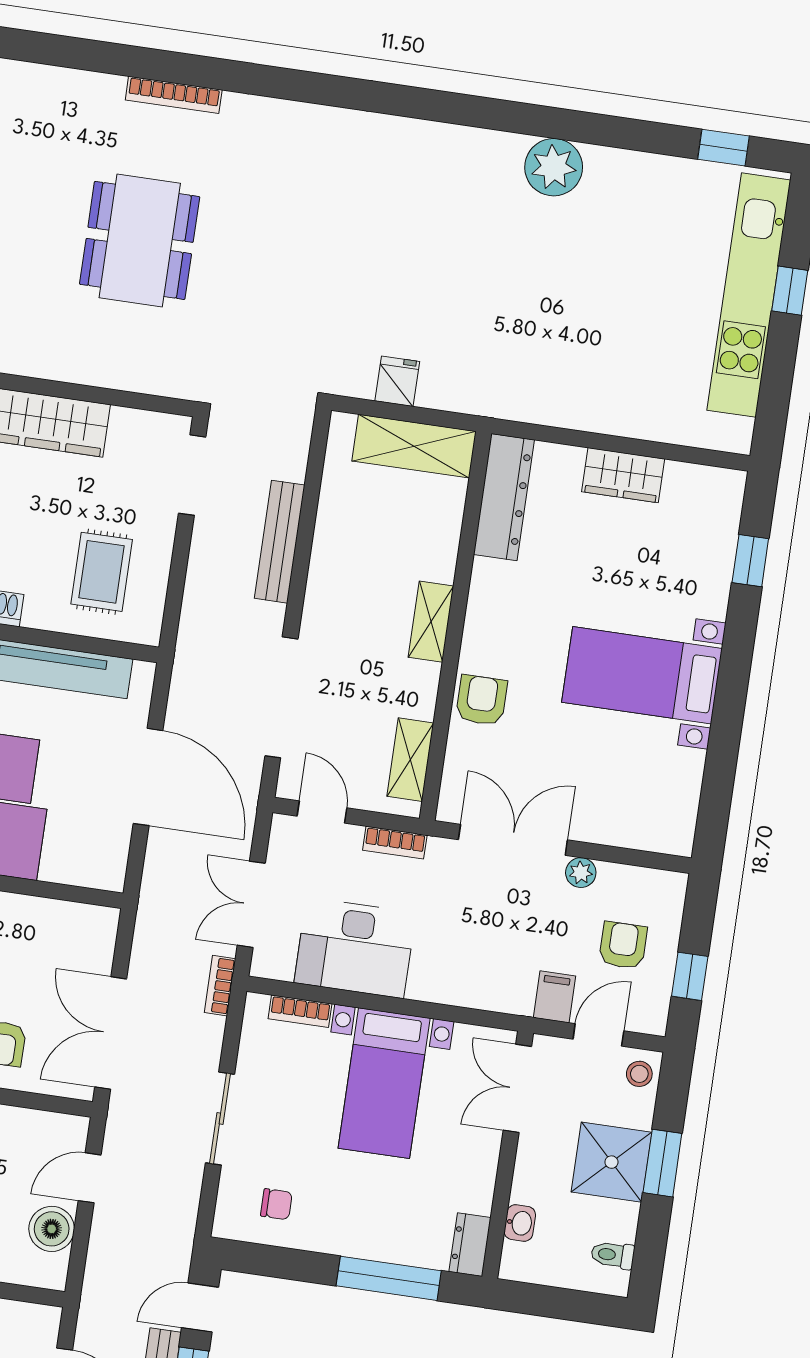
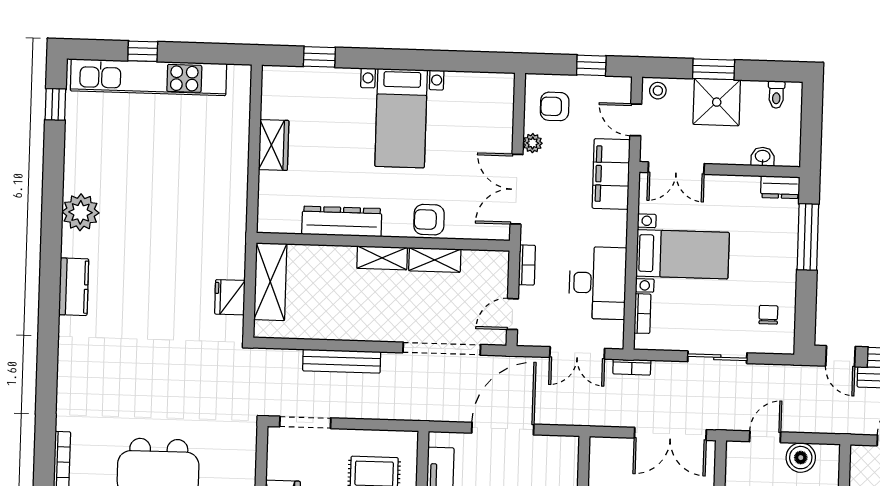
kitchen counter: (441, 144) -> (74, 287), added
fridge: (397, 381) -> (230, 297), width x1.38
dresser: (504, 497) -> (342, 221), moved
shelving: (410, 760) -> (435, 260), moved
armchair: (623, 945) -> (555, 106), moved
filing cabinet: (555, 997) -> (611, 174), width x3.00, depth x1.17
door: (90, 1178) -> (765, 437), swing flipped

